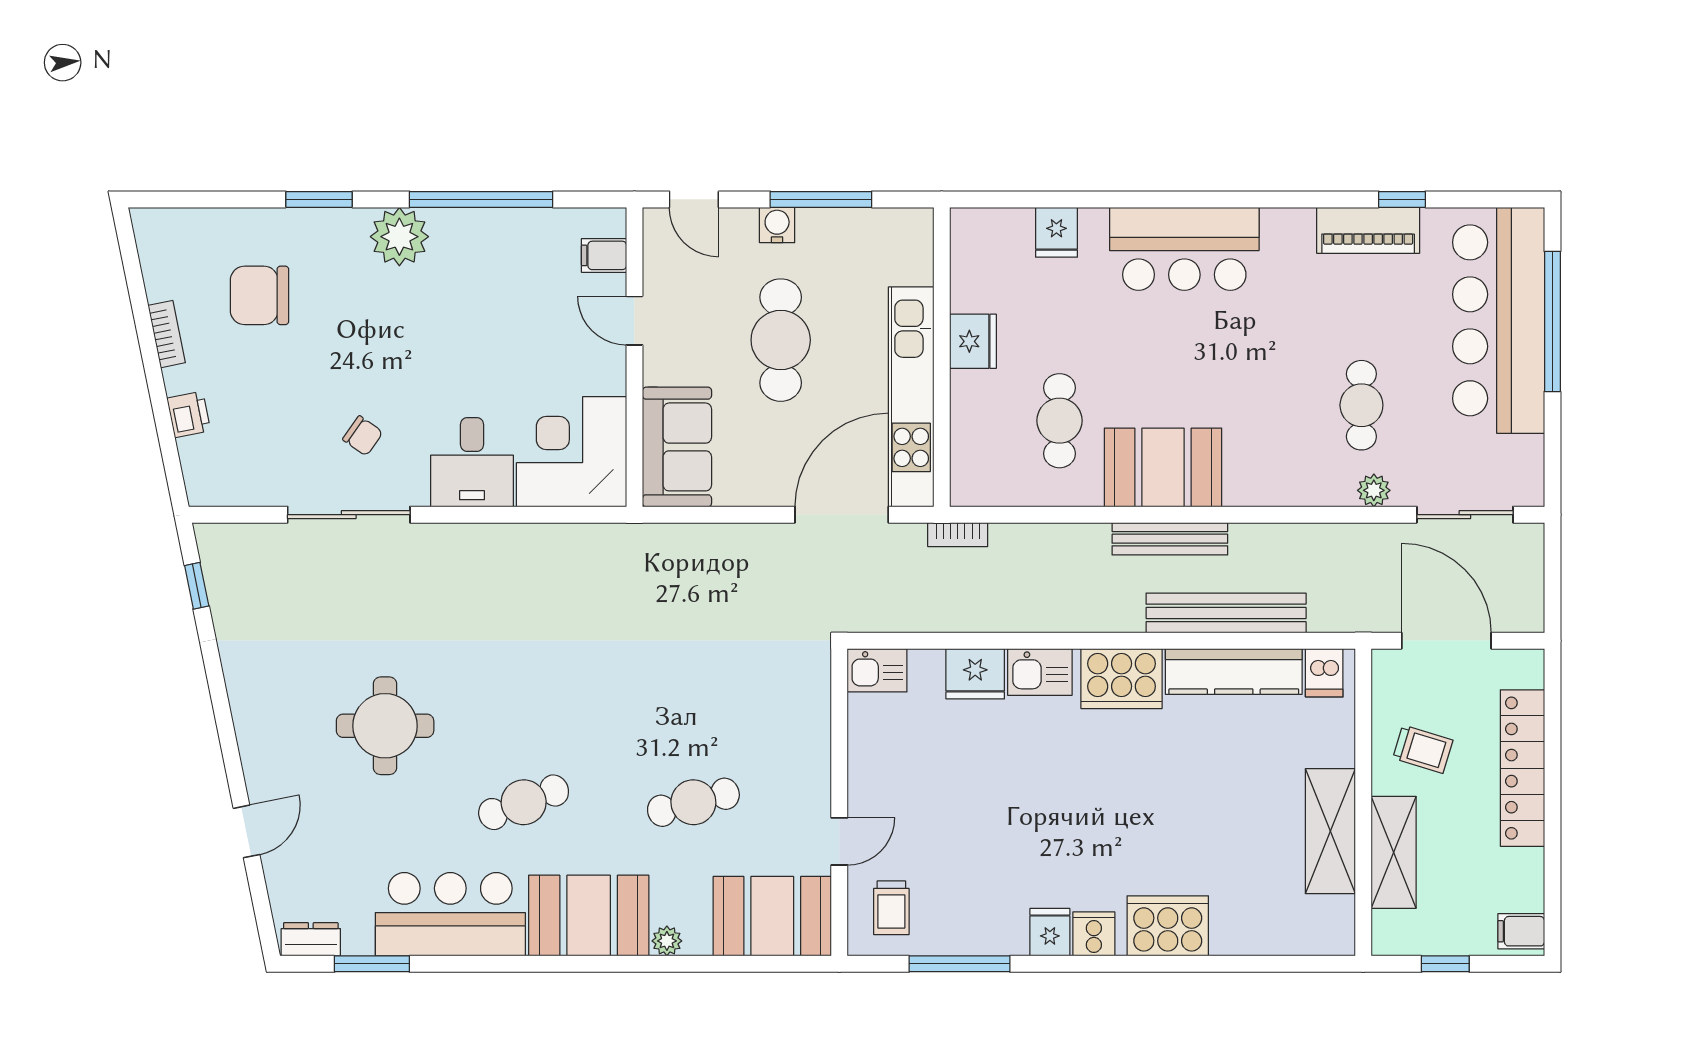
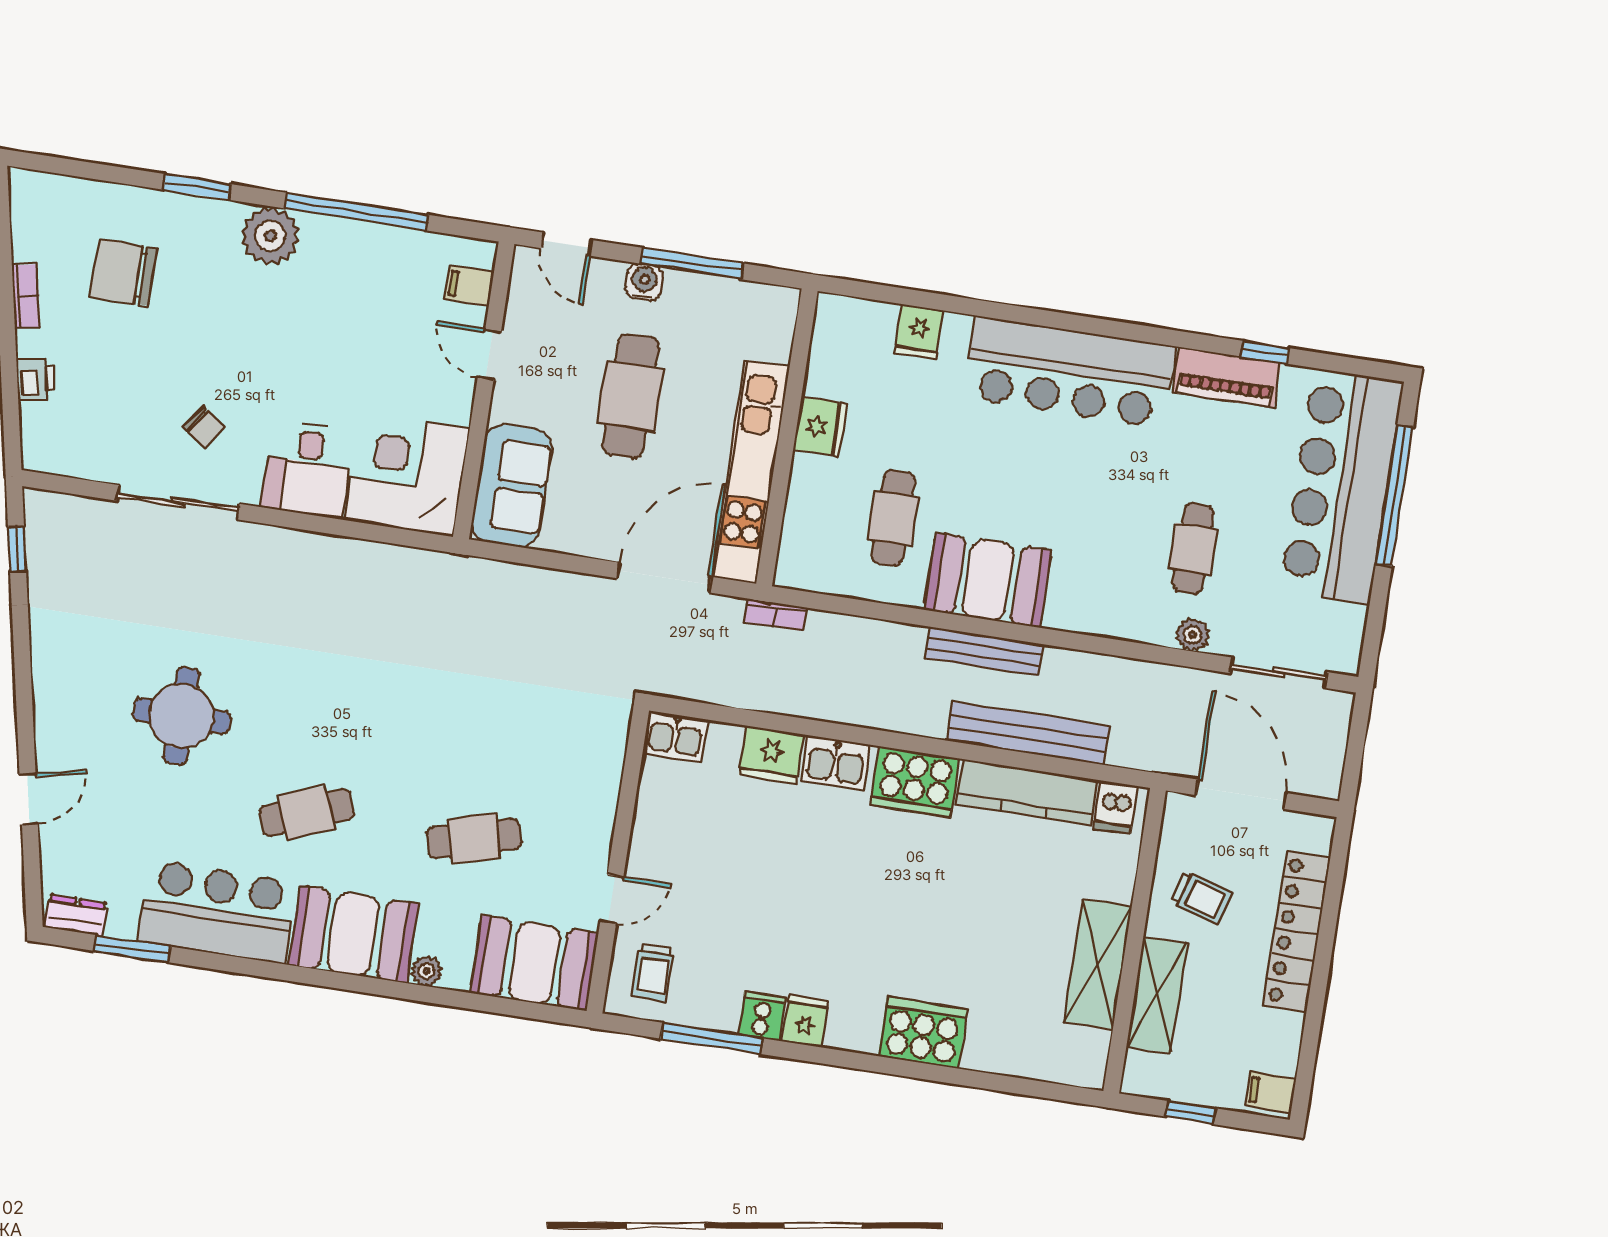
bar counter: (1184, 249) -> (1069, 372), width x1.36
cooker: (1094, 934) -> (762, 1016), moved

